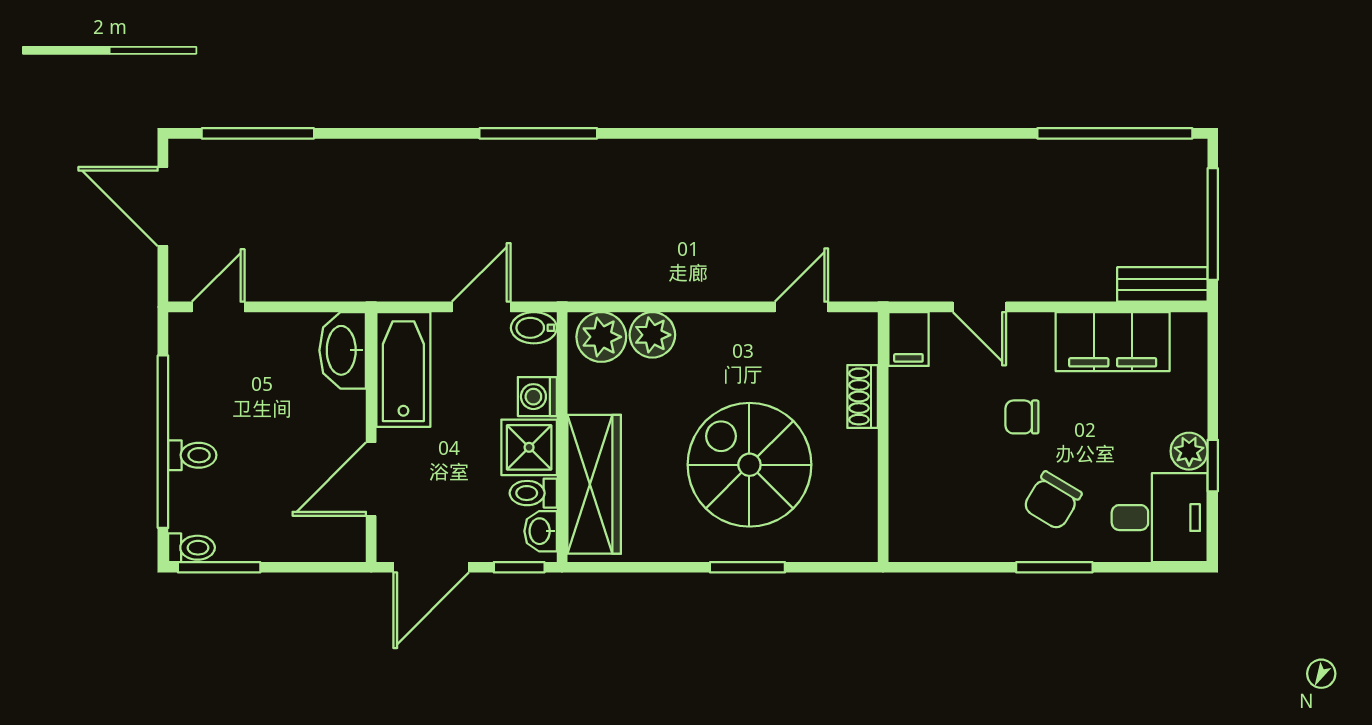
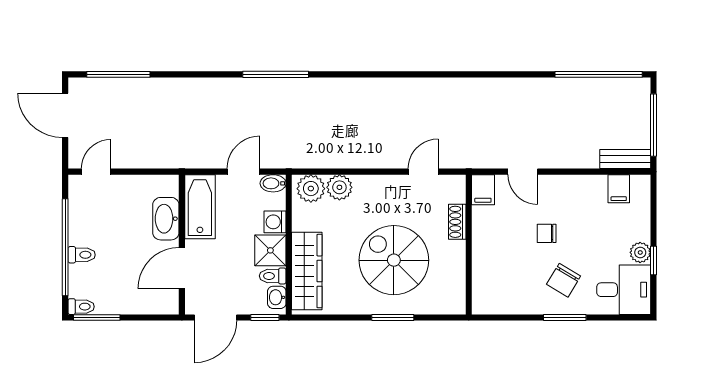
filing cabinet: (1113, 342) -> (619, 189), width x0.33, depth x0.86
washbasin: (343, 350) -> (166, 219), moved

